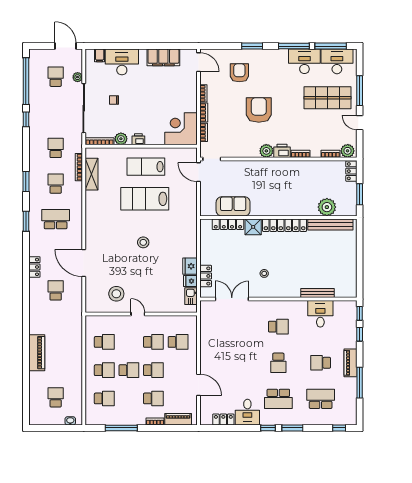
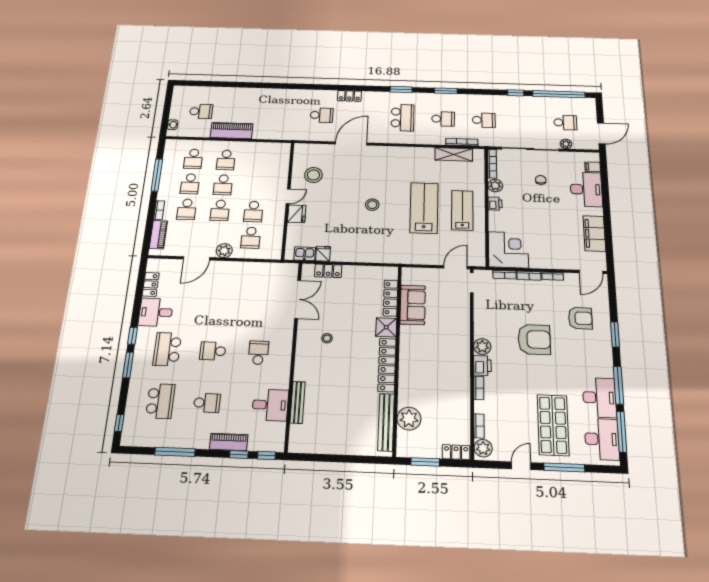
fridge: (190, 266) -> (297, 214), moved, turned 90
school desk: (278, 327) -> (258, 353), turned 180
school desk: (104, 342) -> (190, 184), moved
piano: (37, 353) -> (232, 131), moved, turned 180
plant: (191, 363) -> (224, 251), added
school desk: (321, 363) -> (207, 403), turned 90
piano: (350, 363) -> (229, 442), moved

